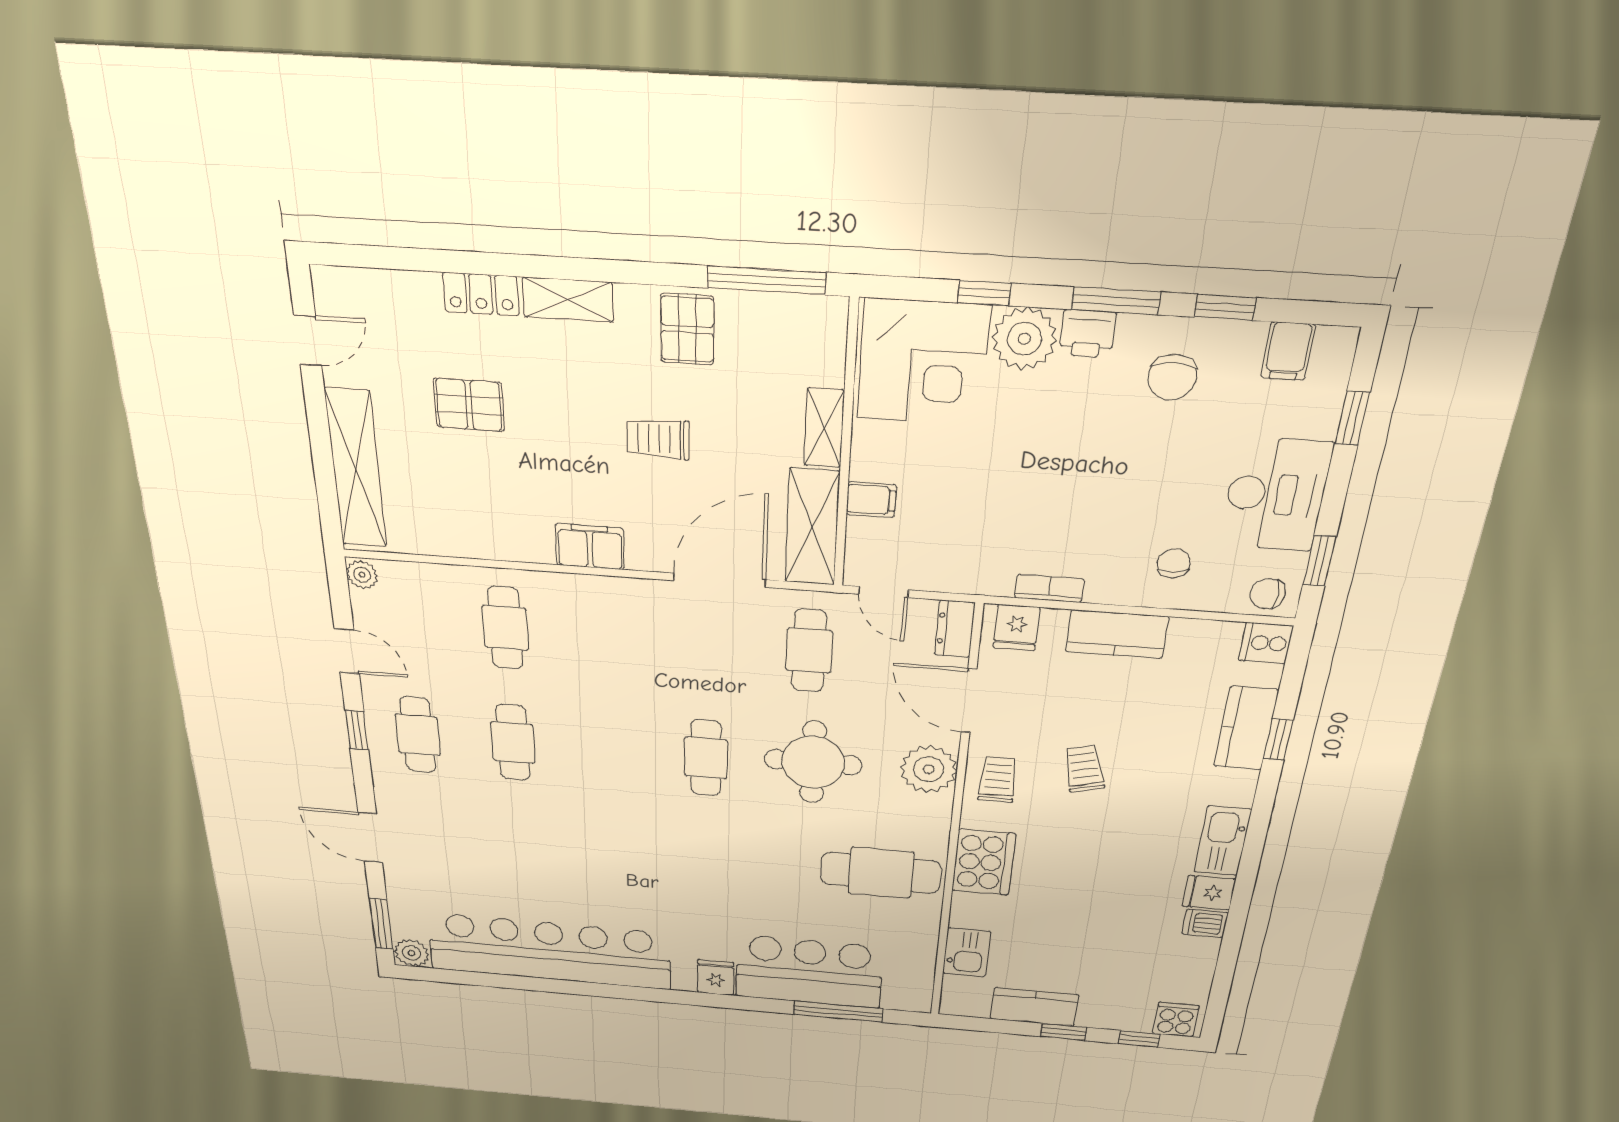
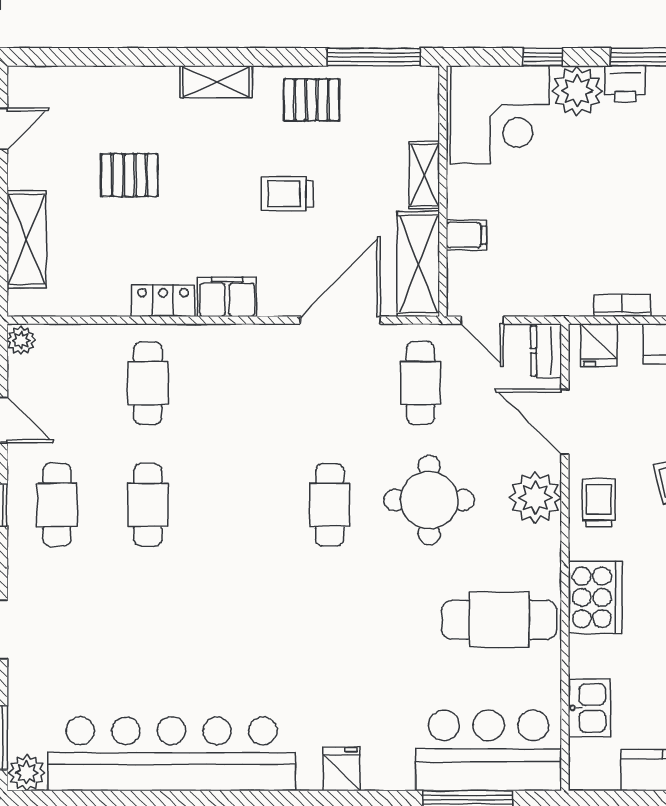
locker: (481, 294) -> (163, 301), moved, turned 180
pallet: (687, 329) -> (312, 100), turned 90
shelving: (356, 469) -> (27, 239), width x0.68
bar counter: (809, 972) -> (489, 750), moved

